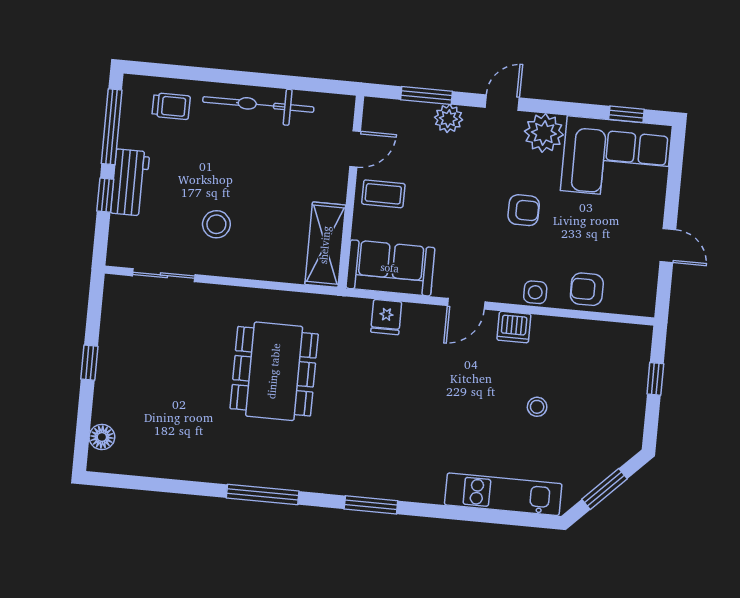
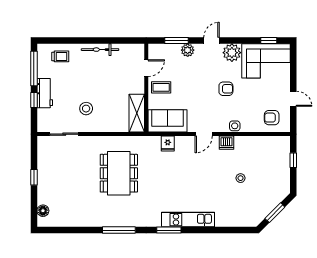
bicycle: (258, 104) -> (100, 50), width x0.73, depth x0.71
armchair: (587, 289) -> (272, 118), moved
kitchen unit: (503, 494) -> (188, 220), moved

